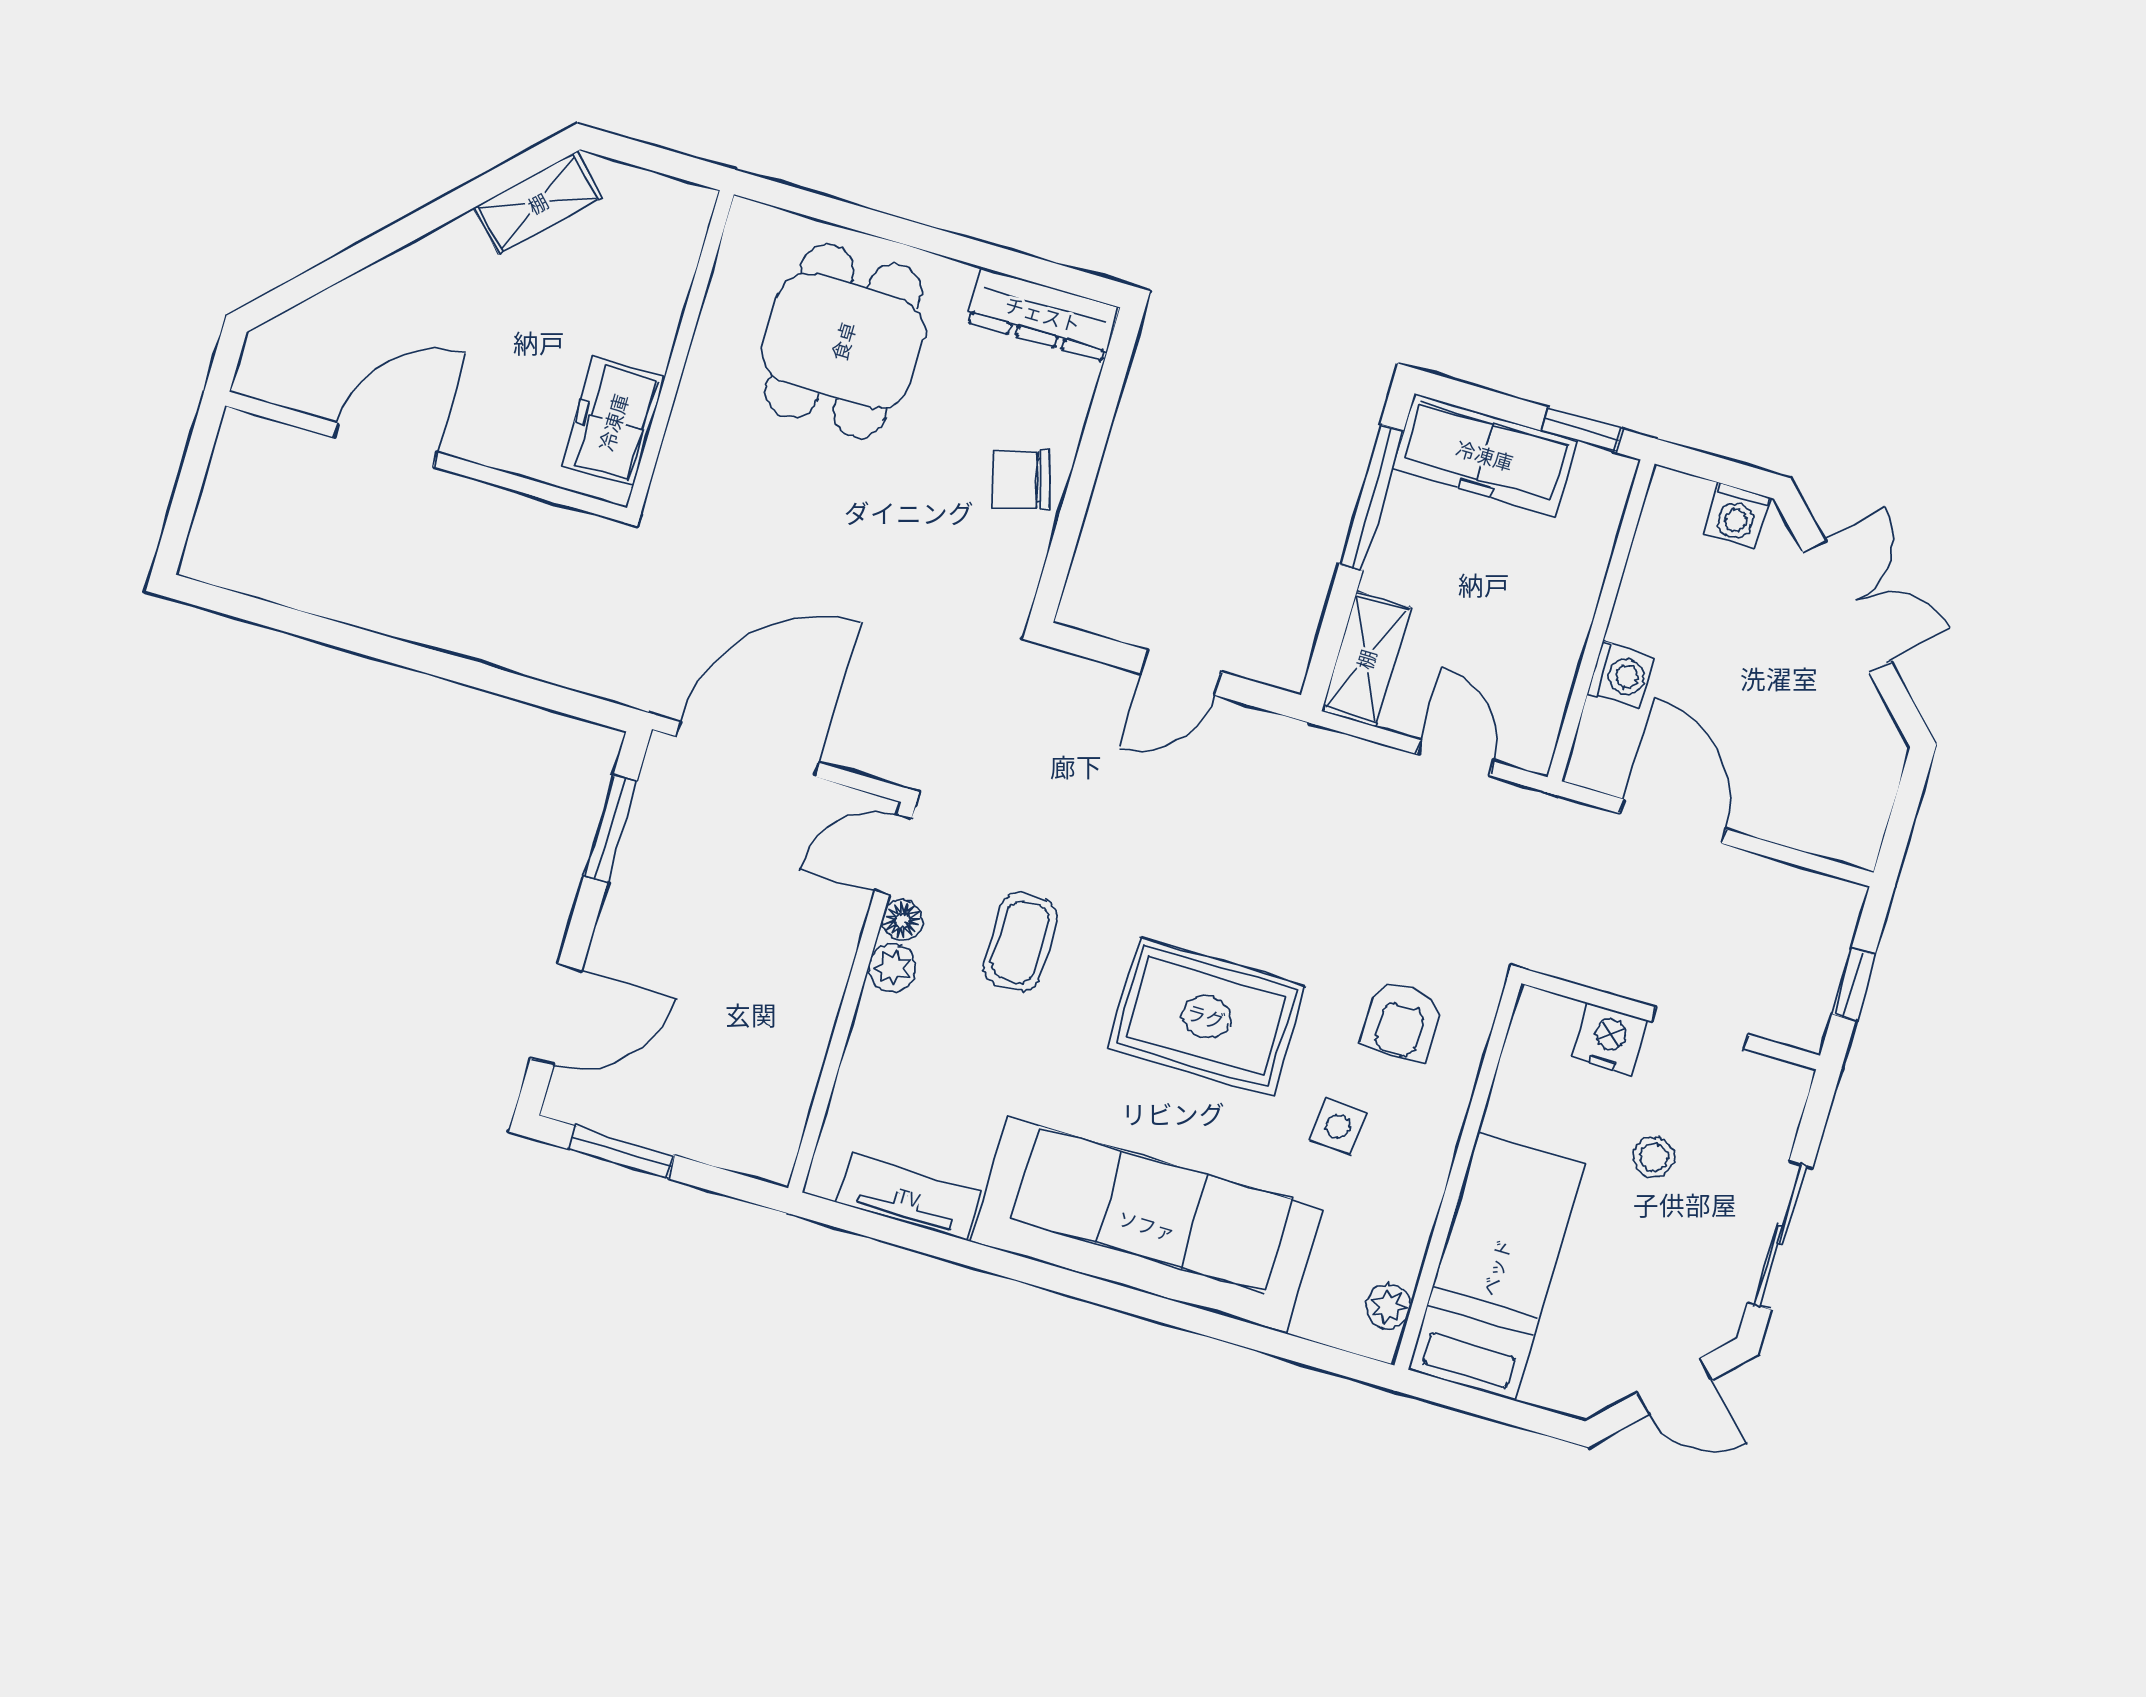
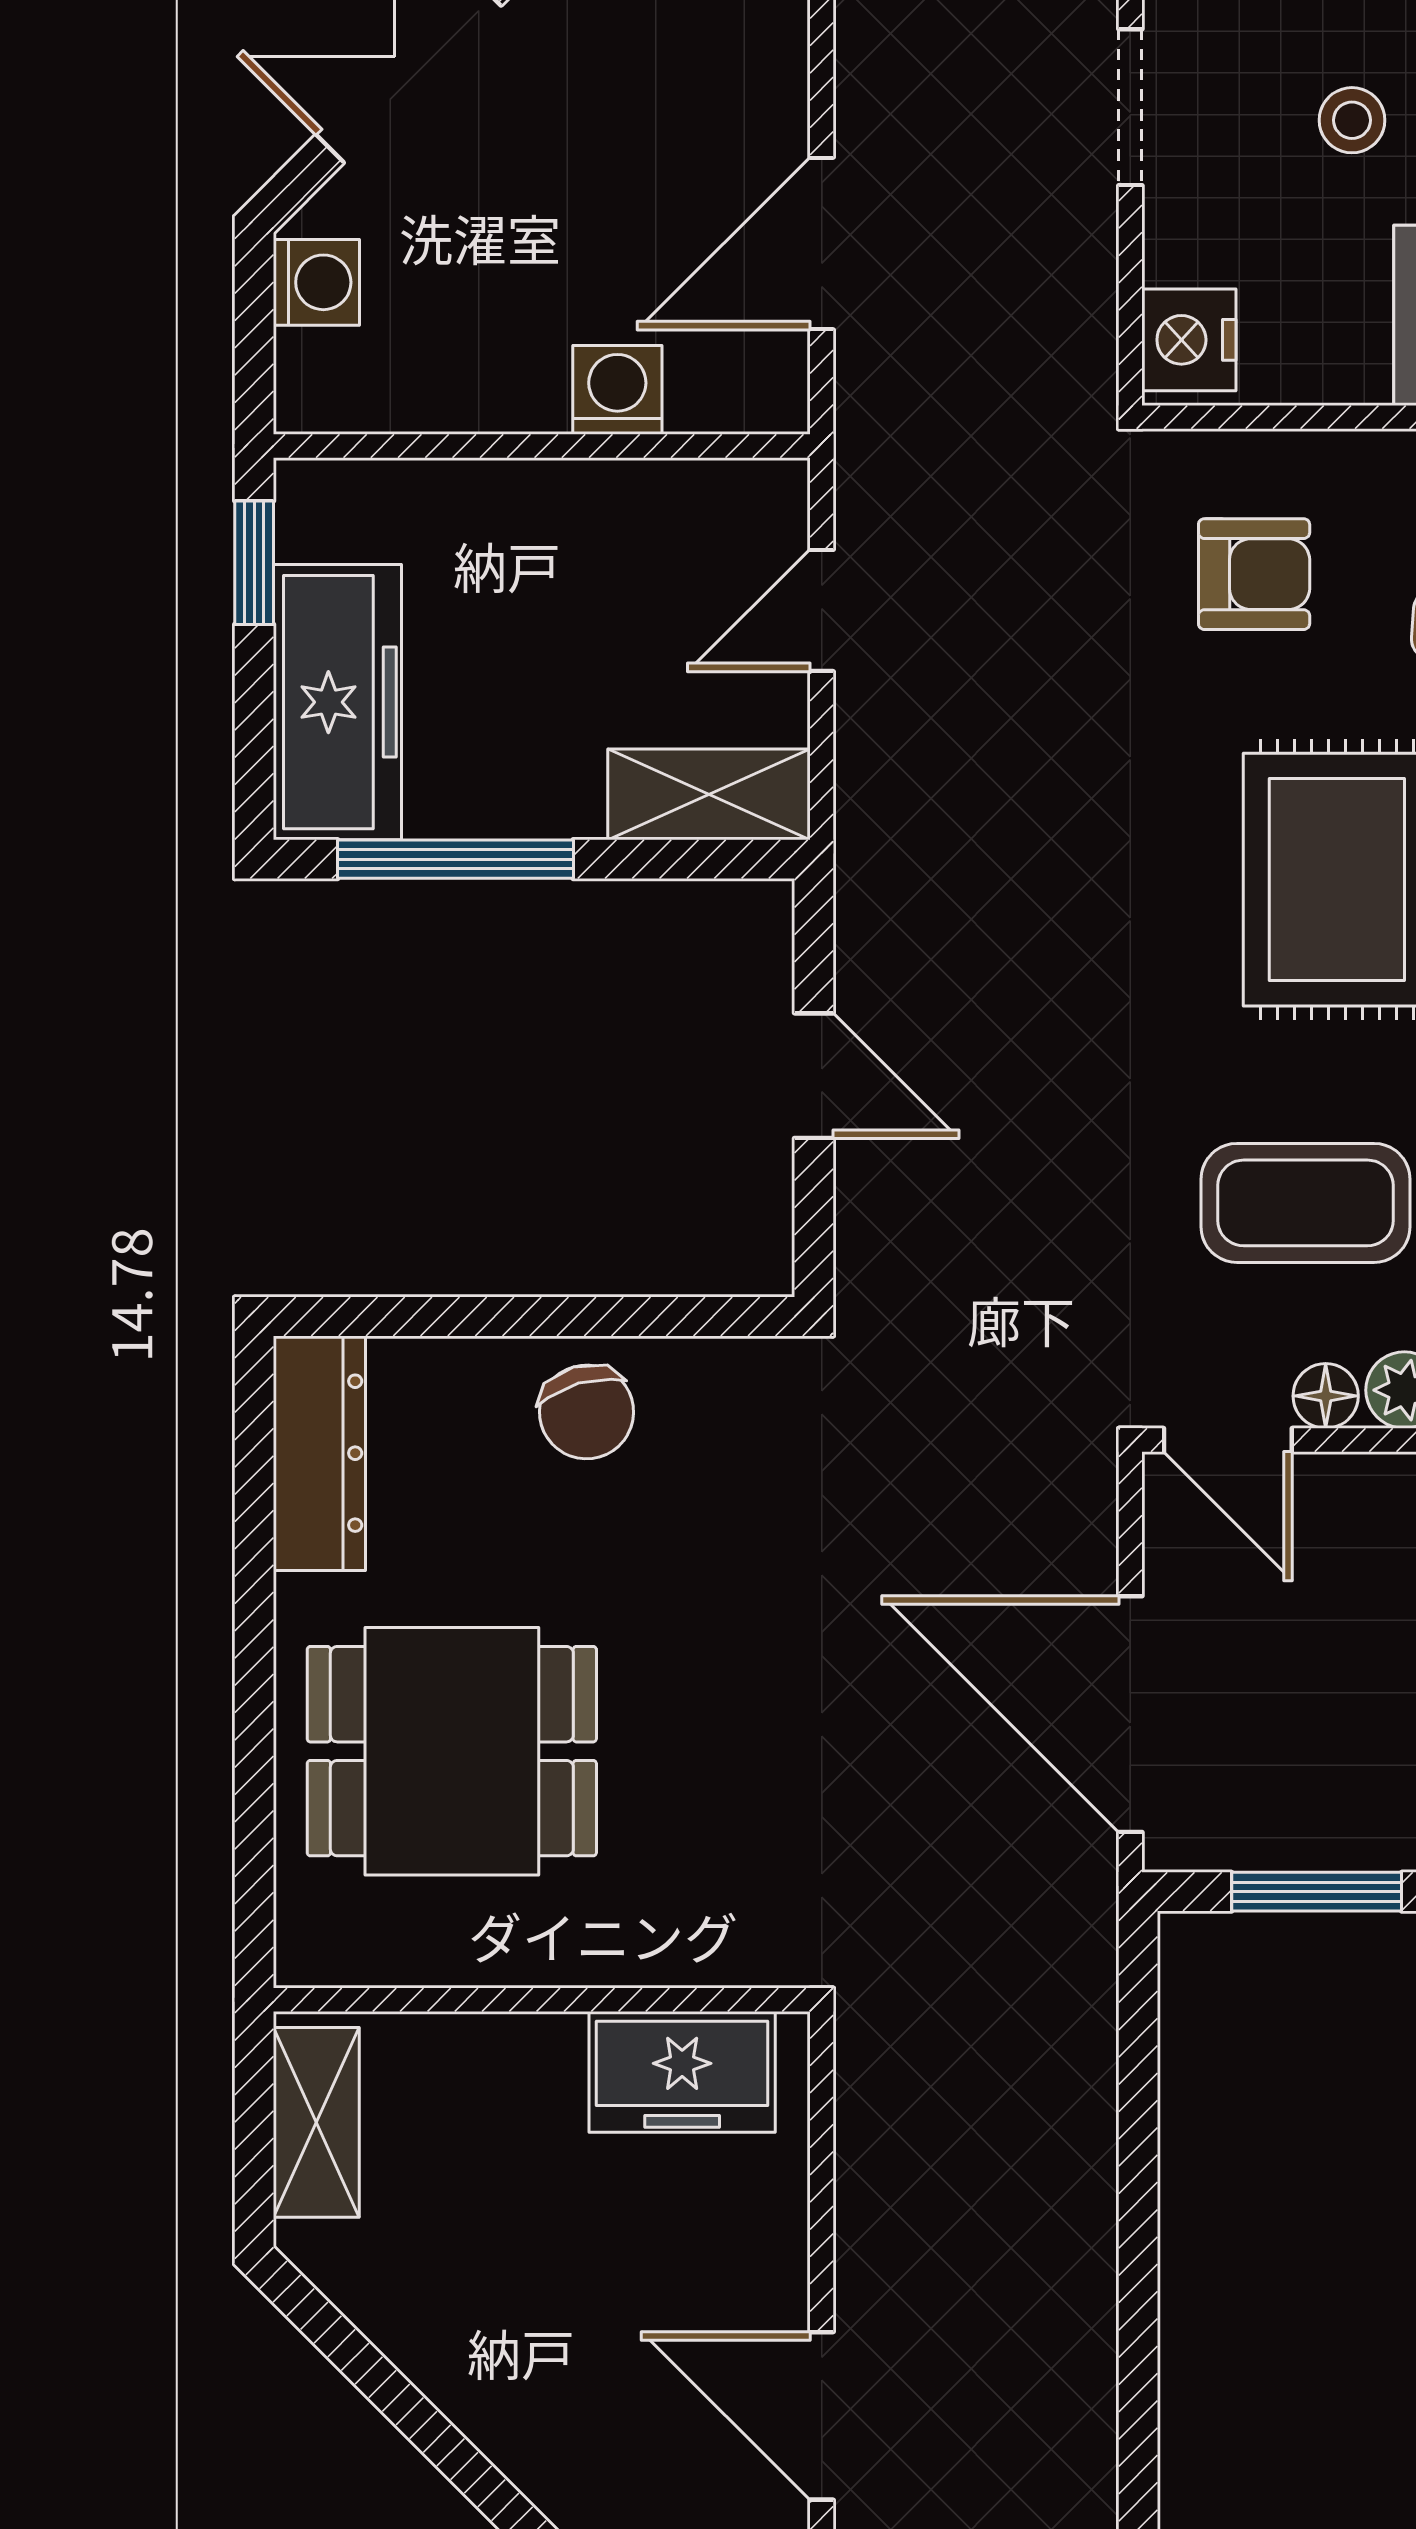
shelving: (538, 203) -> (316, 2122), moved, turned 45
coffee table: (1020, 942) -> (1305, 1203), width x1.36, depth x1.30
nightstand: (1609, 1039) -> (1189, 340), moved

